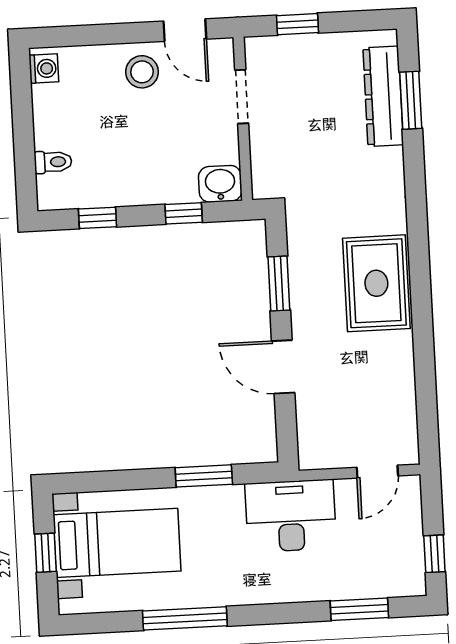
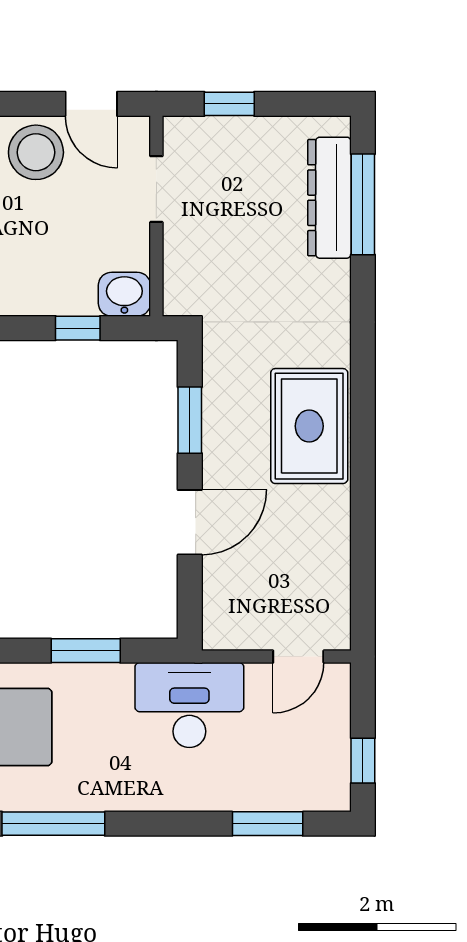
stool: (142, 72) -> (36, 152), width x1.38, depth x1.38
window: (411, 100) -> (363, 204), width x1.44
door: (283, 367) -> (190, 522), swing flipped

